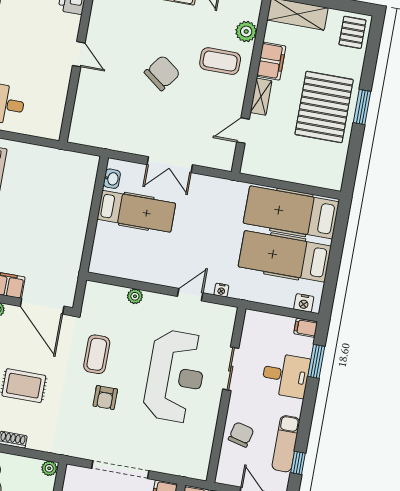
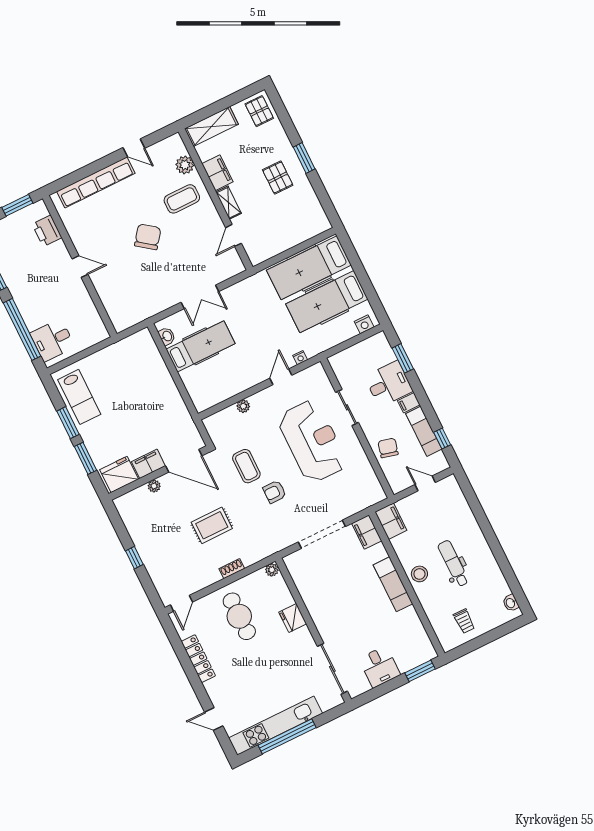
pallet: (324, 107) -> (278, 178), width x0.49, depth x0.50
filing cabinet: (306, 328) -> (409, 403), moved
armchair: (105, 398) -> (275, 492), turned 90

